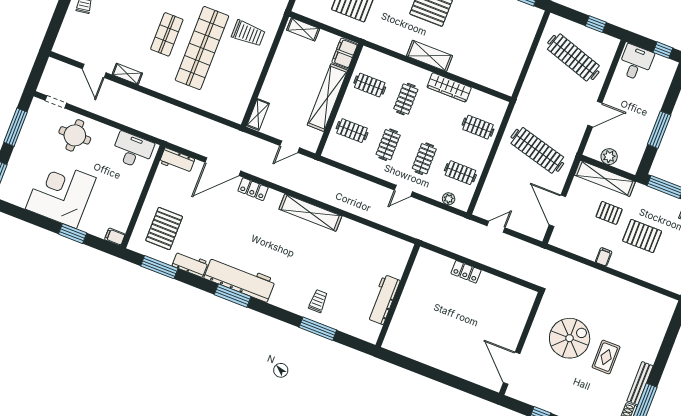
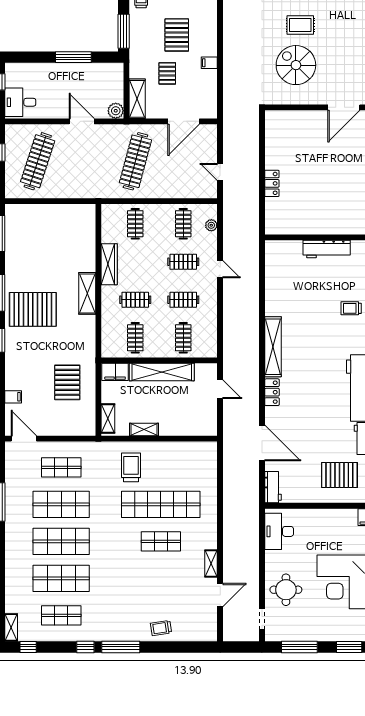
shelving: (258, 114) -> (144, 429), moved
plant: (609, 157) -> (116, 111), moved
shelving: (605, 178) -> (137, 99), width x0.68
locker: (253, 189) -> (272, 392), moved

